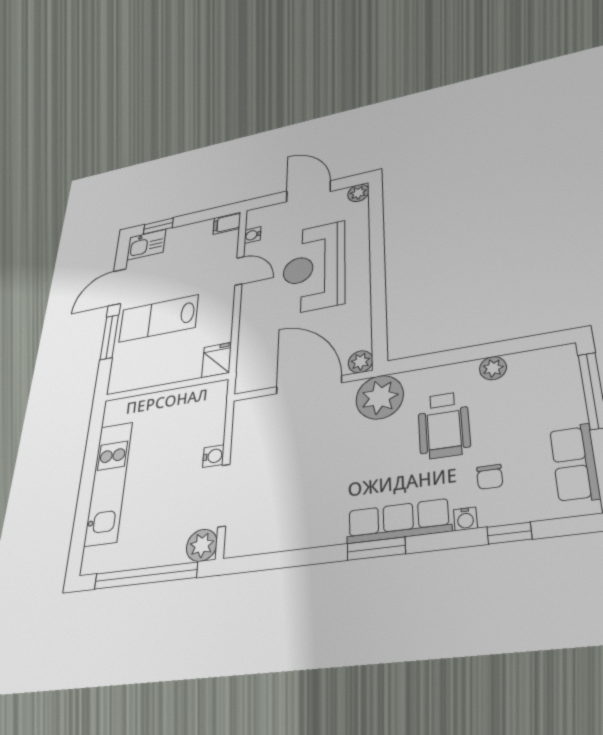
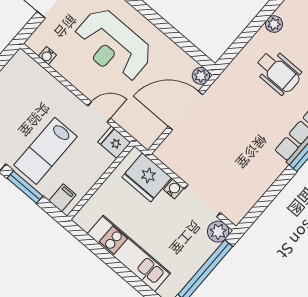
filing cabinet: (227, 223) -> (62, 198), moved, turned 180
door: (239, 271) -> (99, 112), moved
plant: (380, 397) -> (231, 85), removed
fridge: (204, 421) -> (147, 177), added

